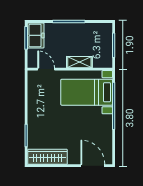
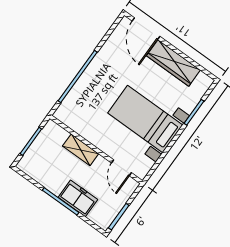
freezer: (36, 35) -> (78, 198), moved, turned 90
bed with nightstands: (87, 92) -> (145, 119), moved, turned 180
wardrobe: (47, 157) -> (173, 63), moved

